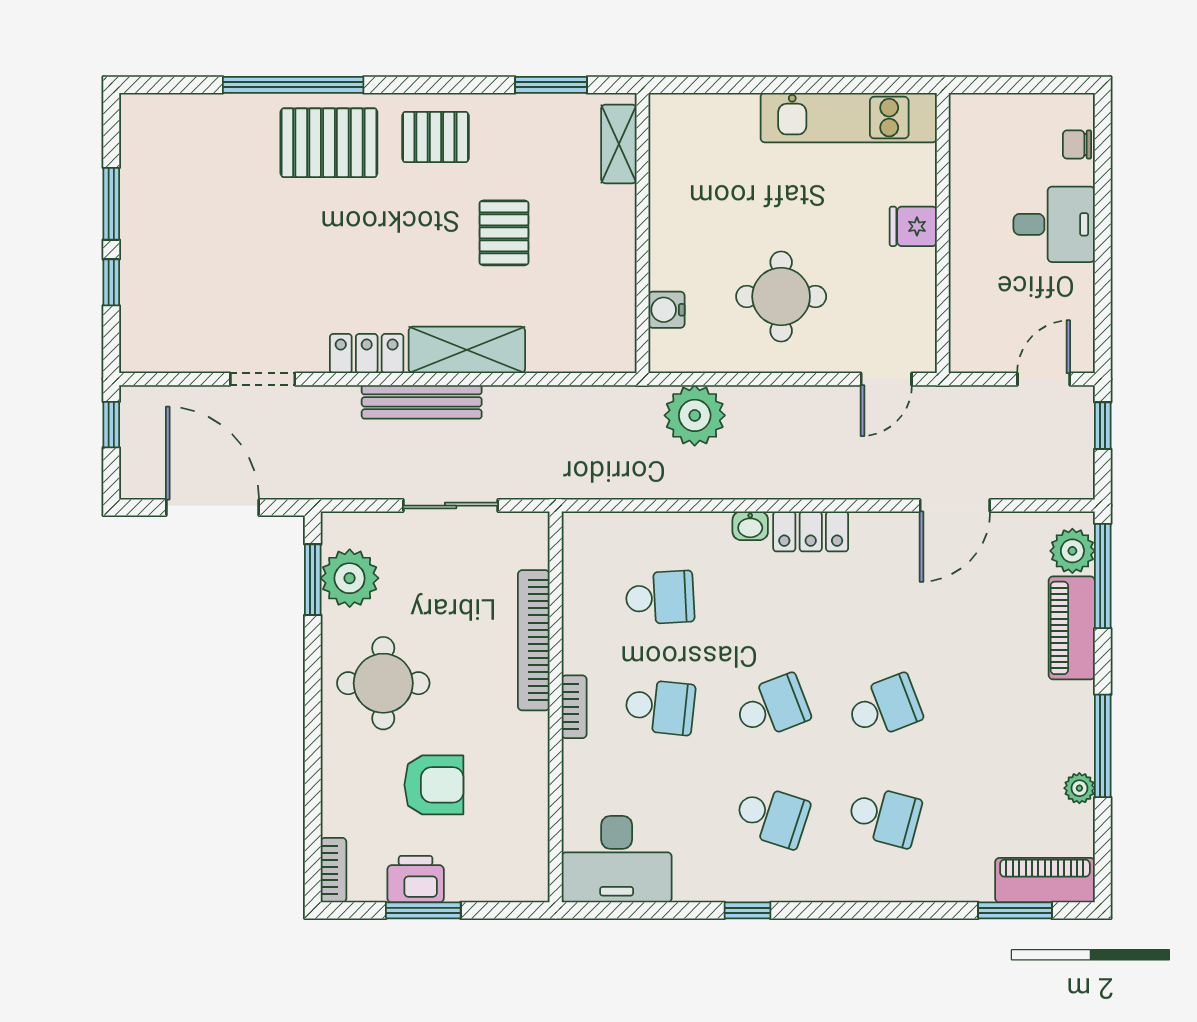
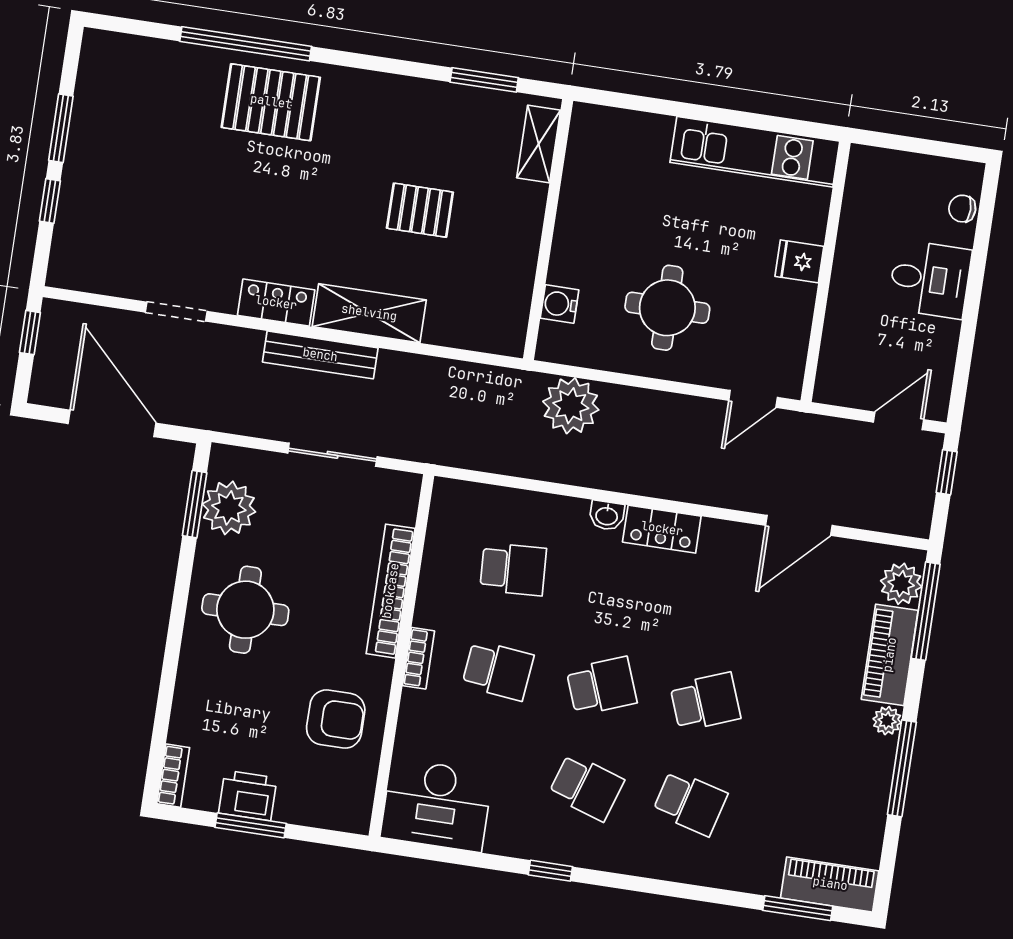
pallet: (435, 137) -> (370, 112), removed
pallet: (504, 233) -> (420, 210), turned 90
armchair: (434, 785) -> (336, 719), moved
plant: (1079, 788) -> (887, 721), moved

